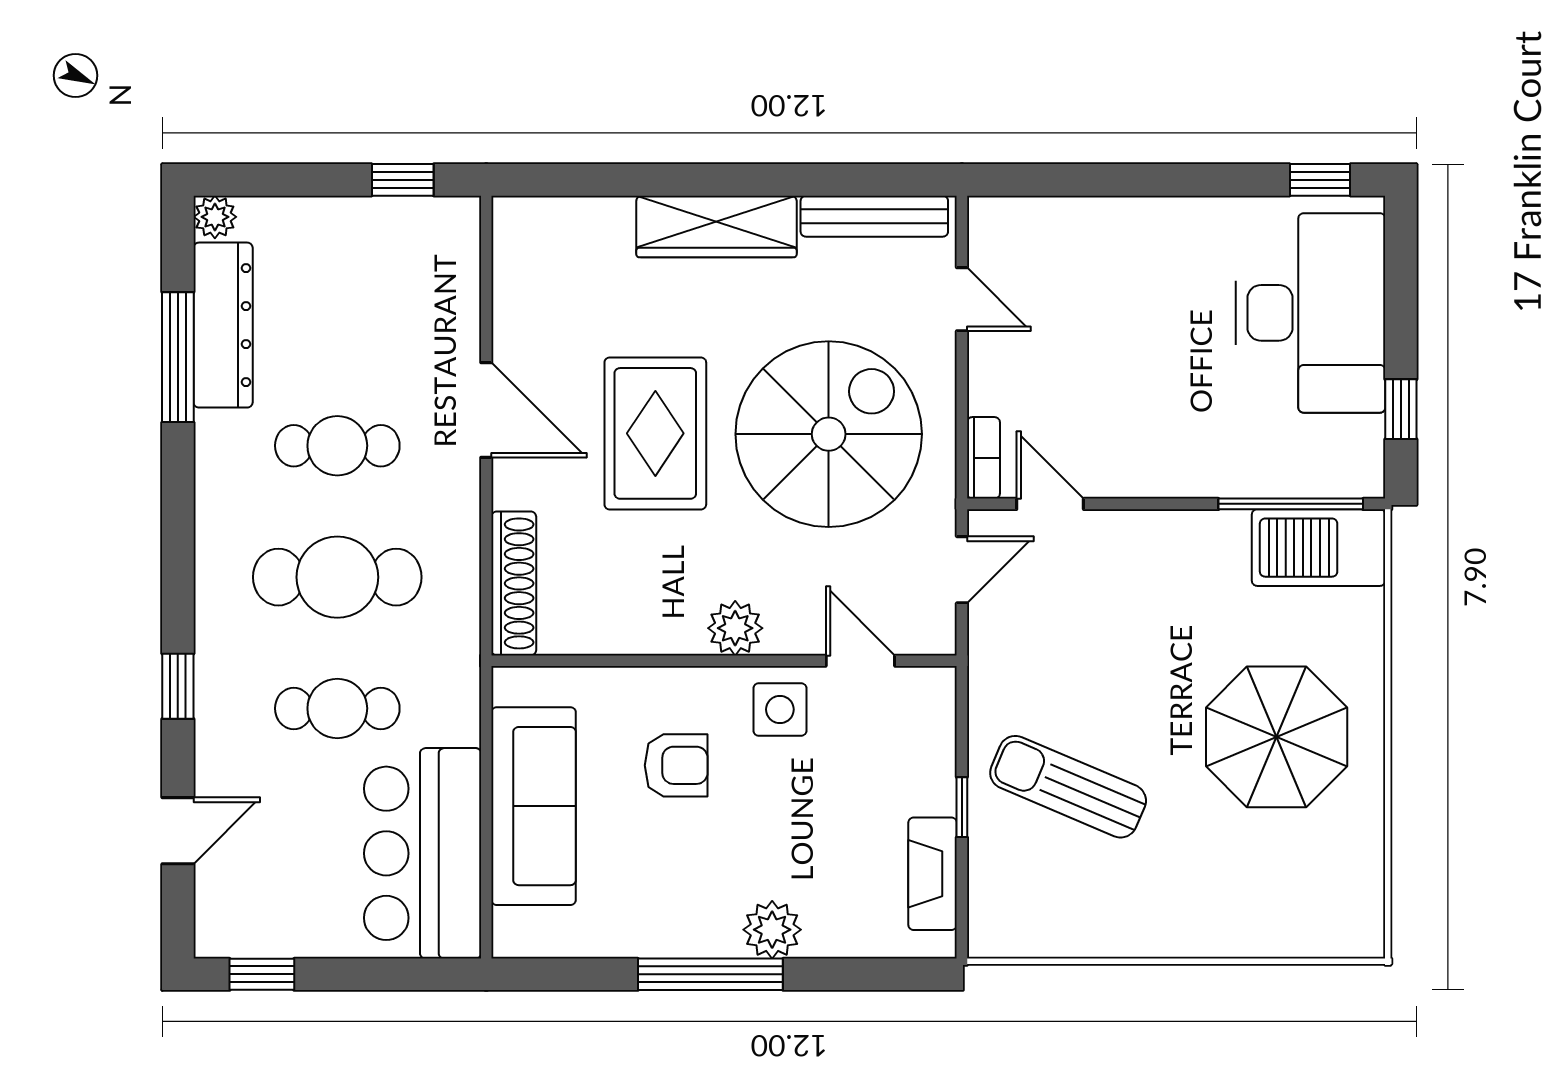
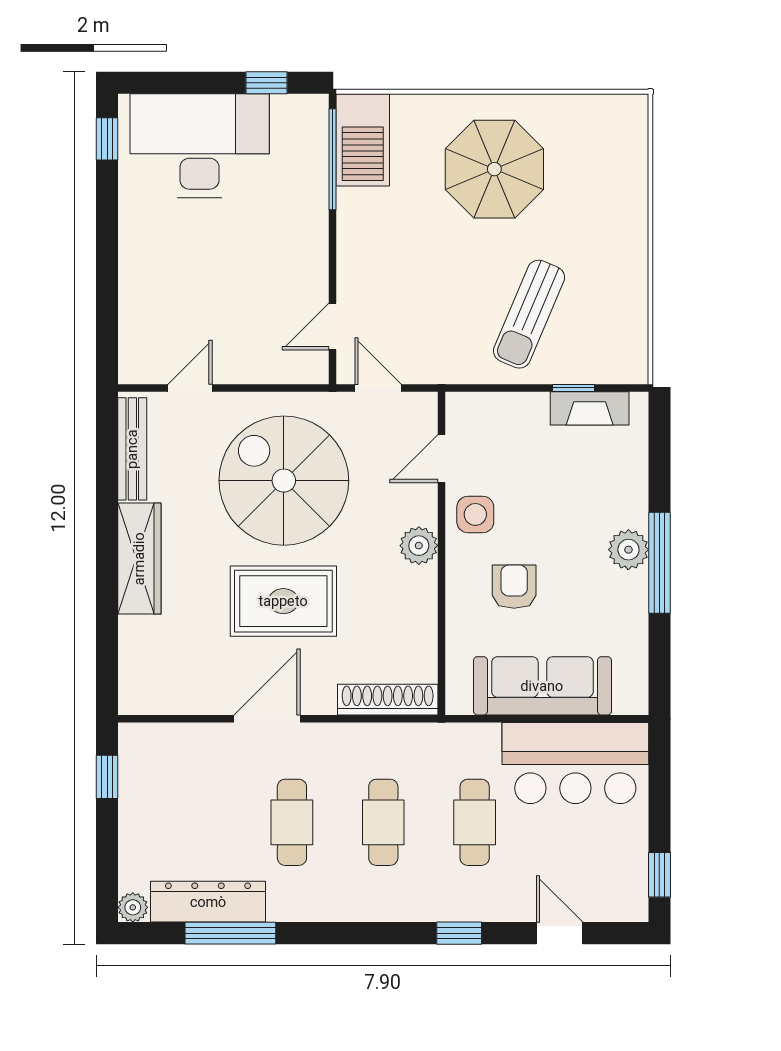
bookcase: (983, 458) -> (300, 373), removed
cafe table: (337, 577) -> (383, 822), width x0.73, depth x0.74
window: (962, 807) -> (574, 388), moved
plant: (772, 930) -> (628, 550), moved

